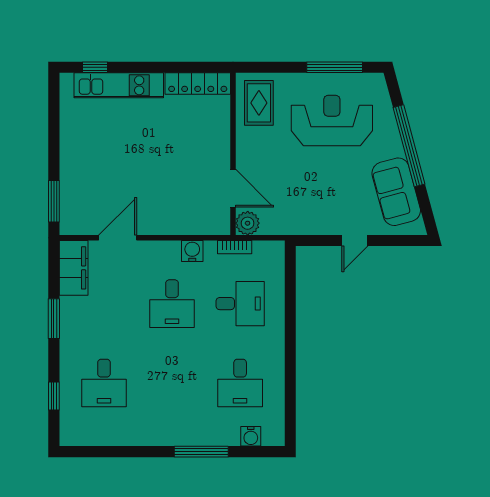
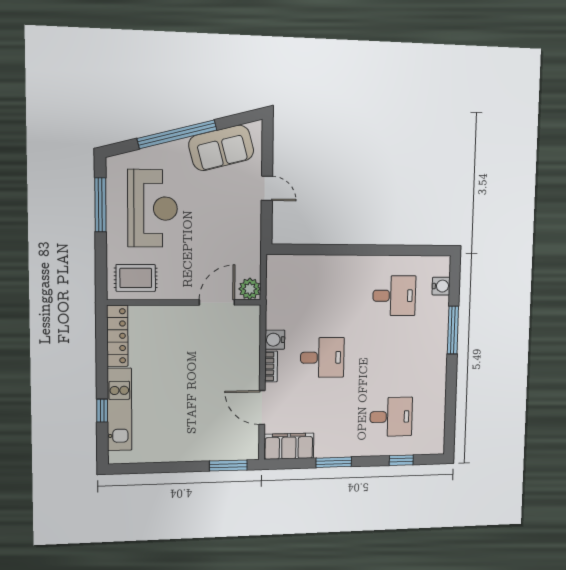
window: (95, 67) -> (102, 411), moved
reception desk: (332, 120) -> (153, 208), turned 180
bookcase: (235, 247) -> (271, 366), moved
desk: (240, 304) -> (323, 296), removed

